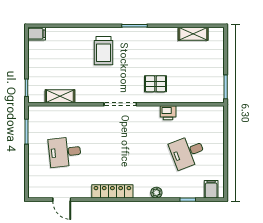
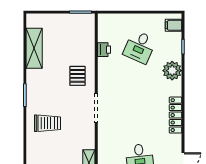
shelving: (193, 34) -> (34, 48), width x1.50, depth x1.33
printer: (168, 113) -> (104, 50), moved
desk: (187, 152) -> (140, 47), turned 45
plant: (156, 193) -> (172, 71), width x1.87, depth x1.87

